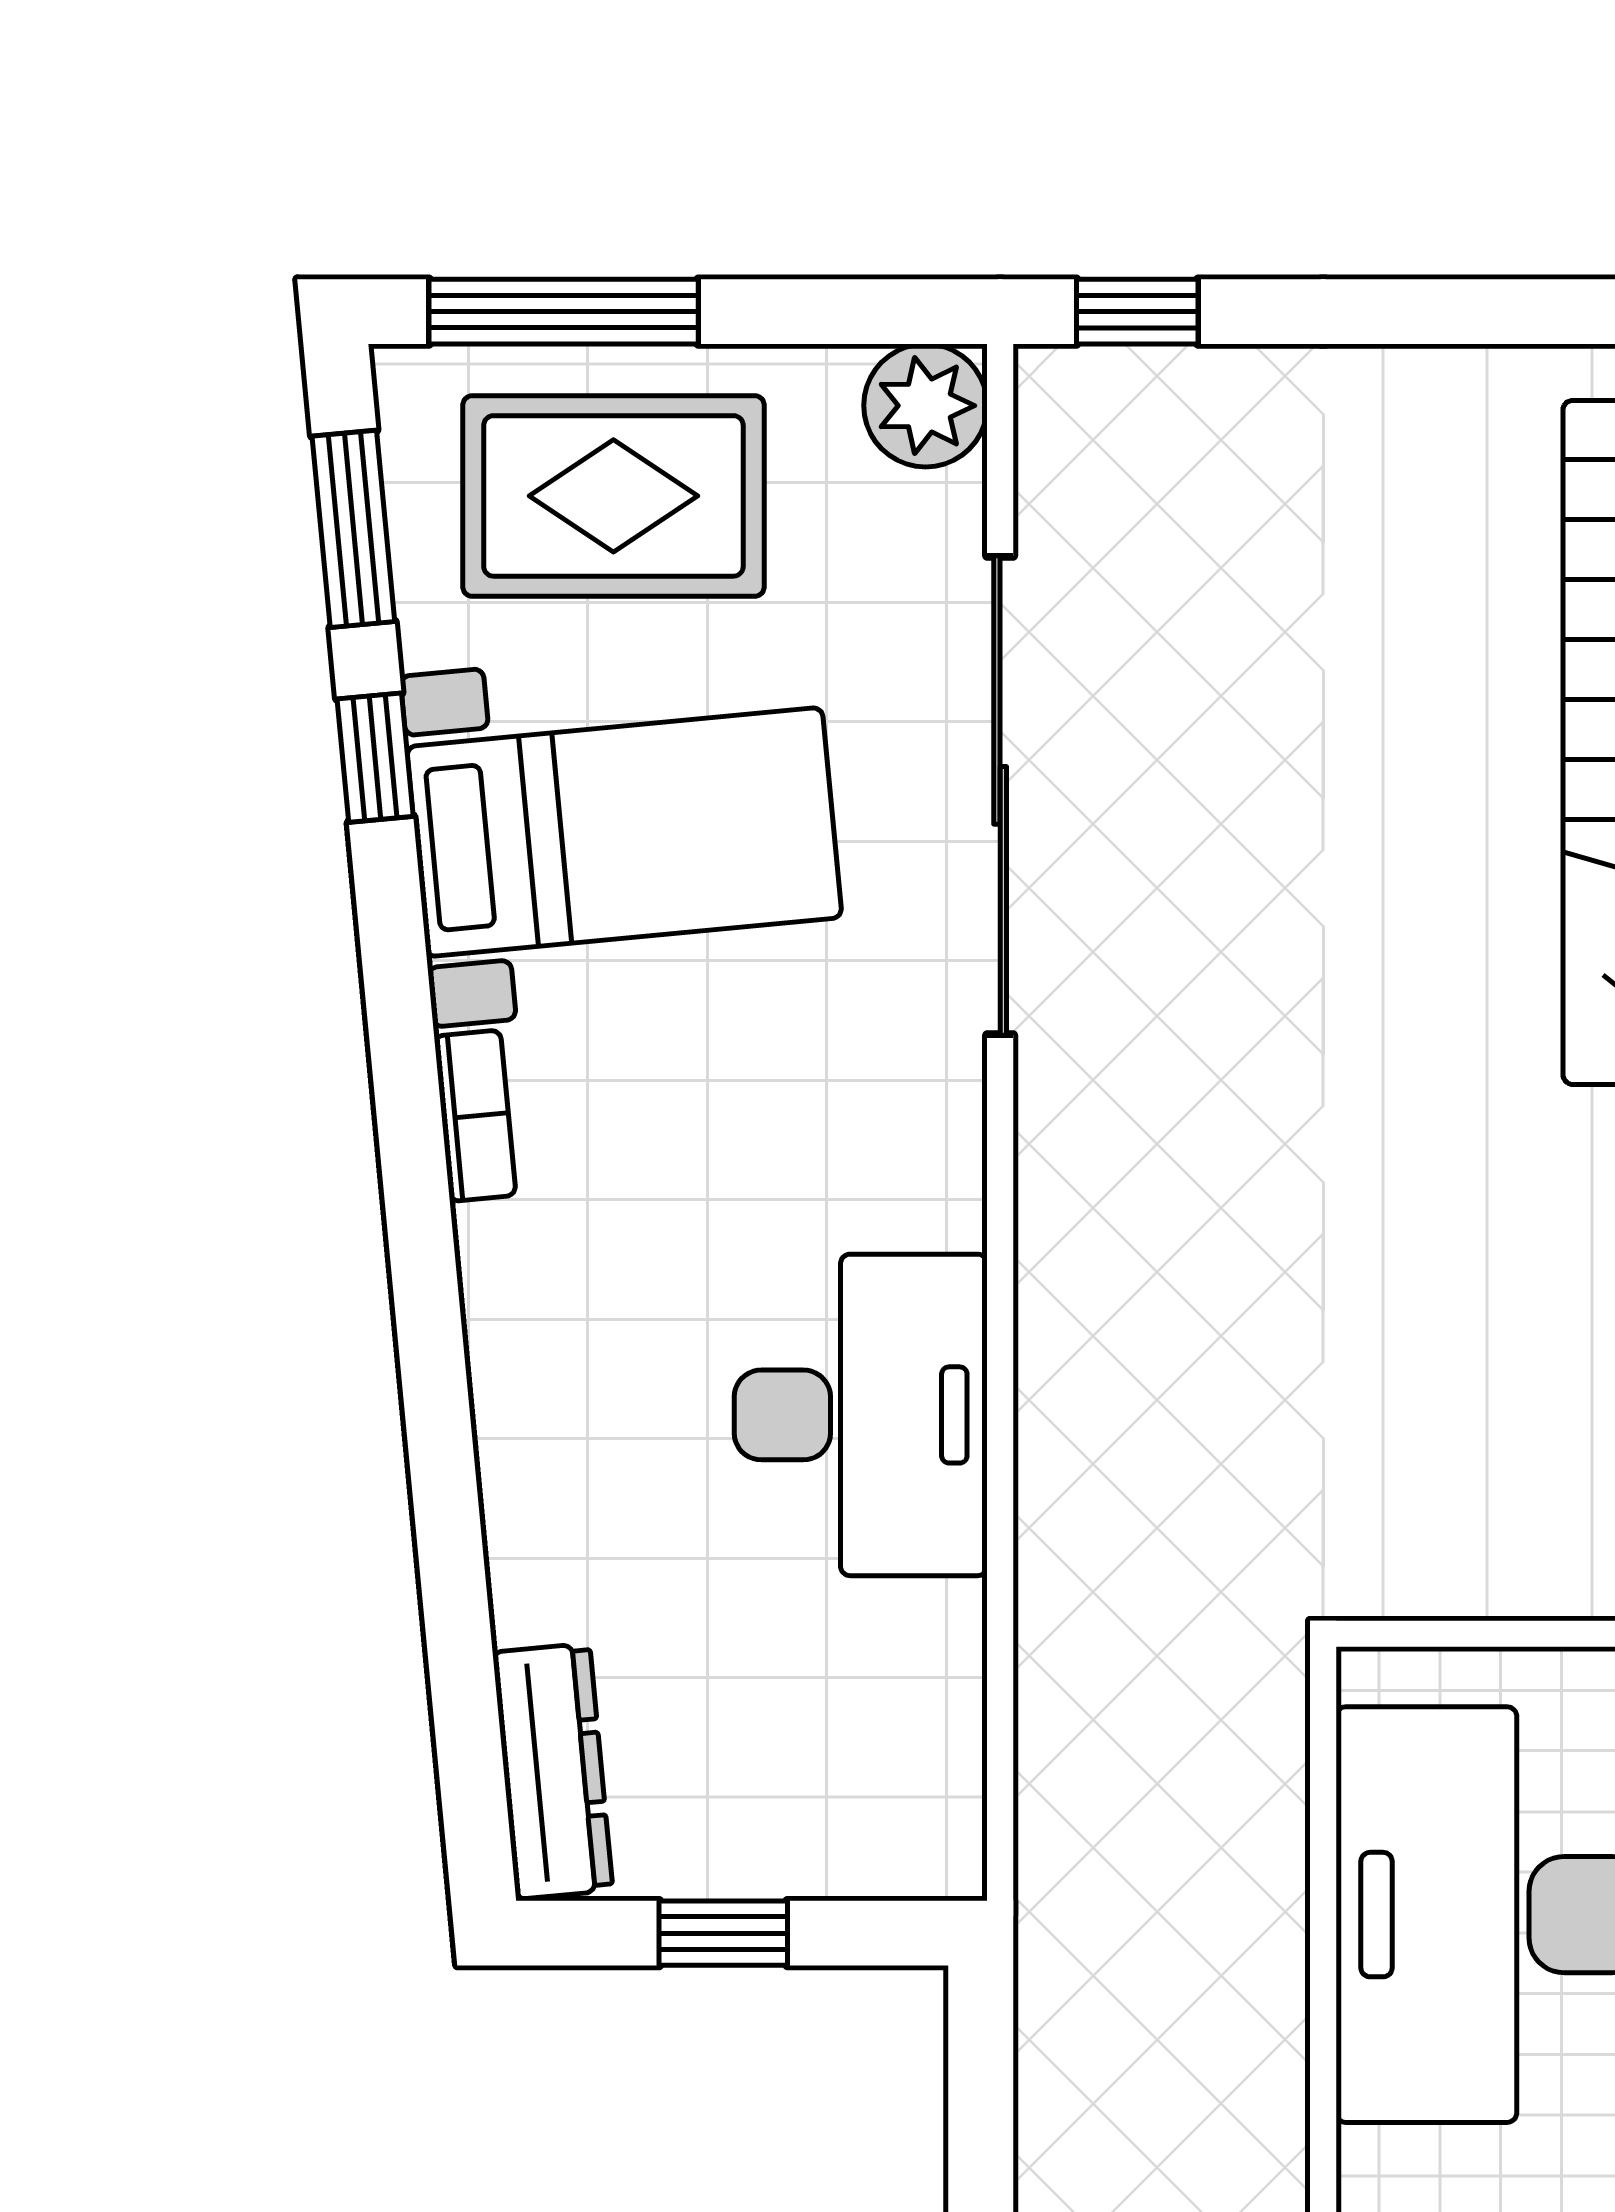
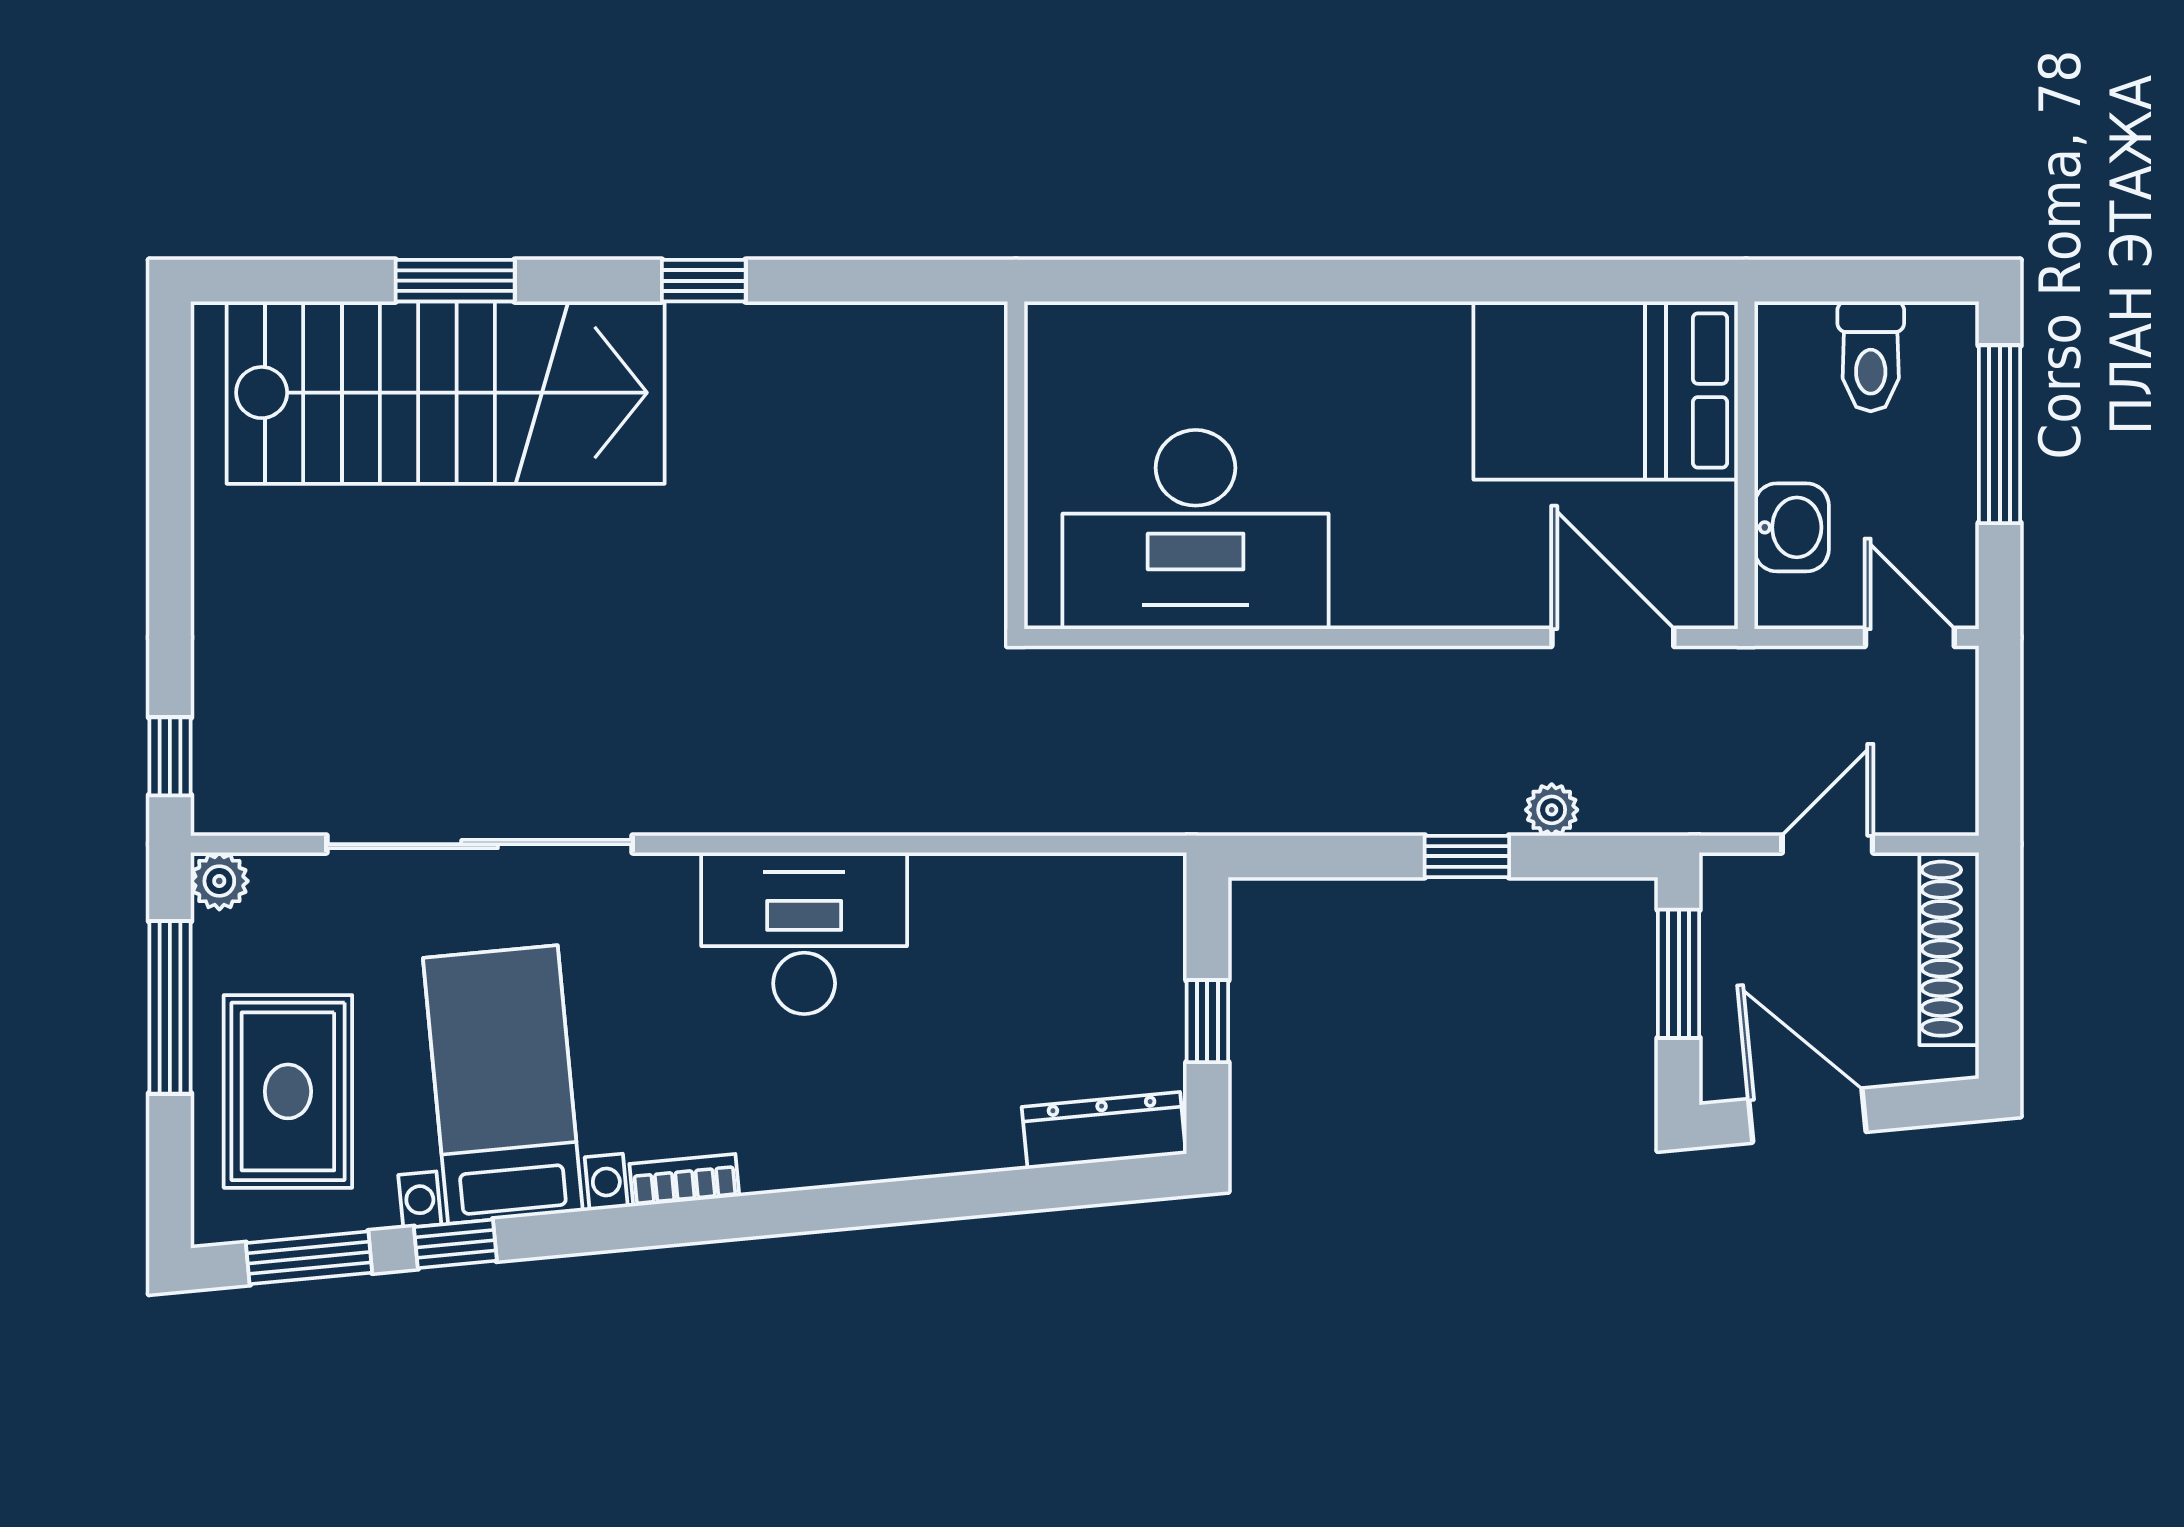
window: (564, 312) -> (170, 1007), moved
plant: (926, 406) -> (219, 881), width x0.73, depth x0.73
desk: (861, 1415) -> (804, 933), moved

